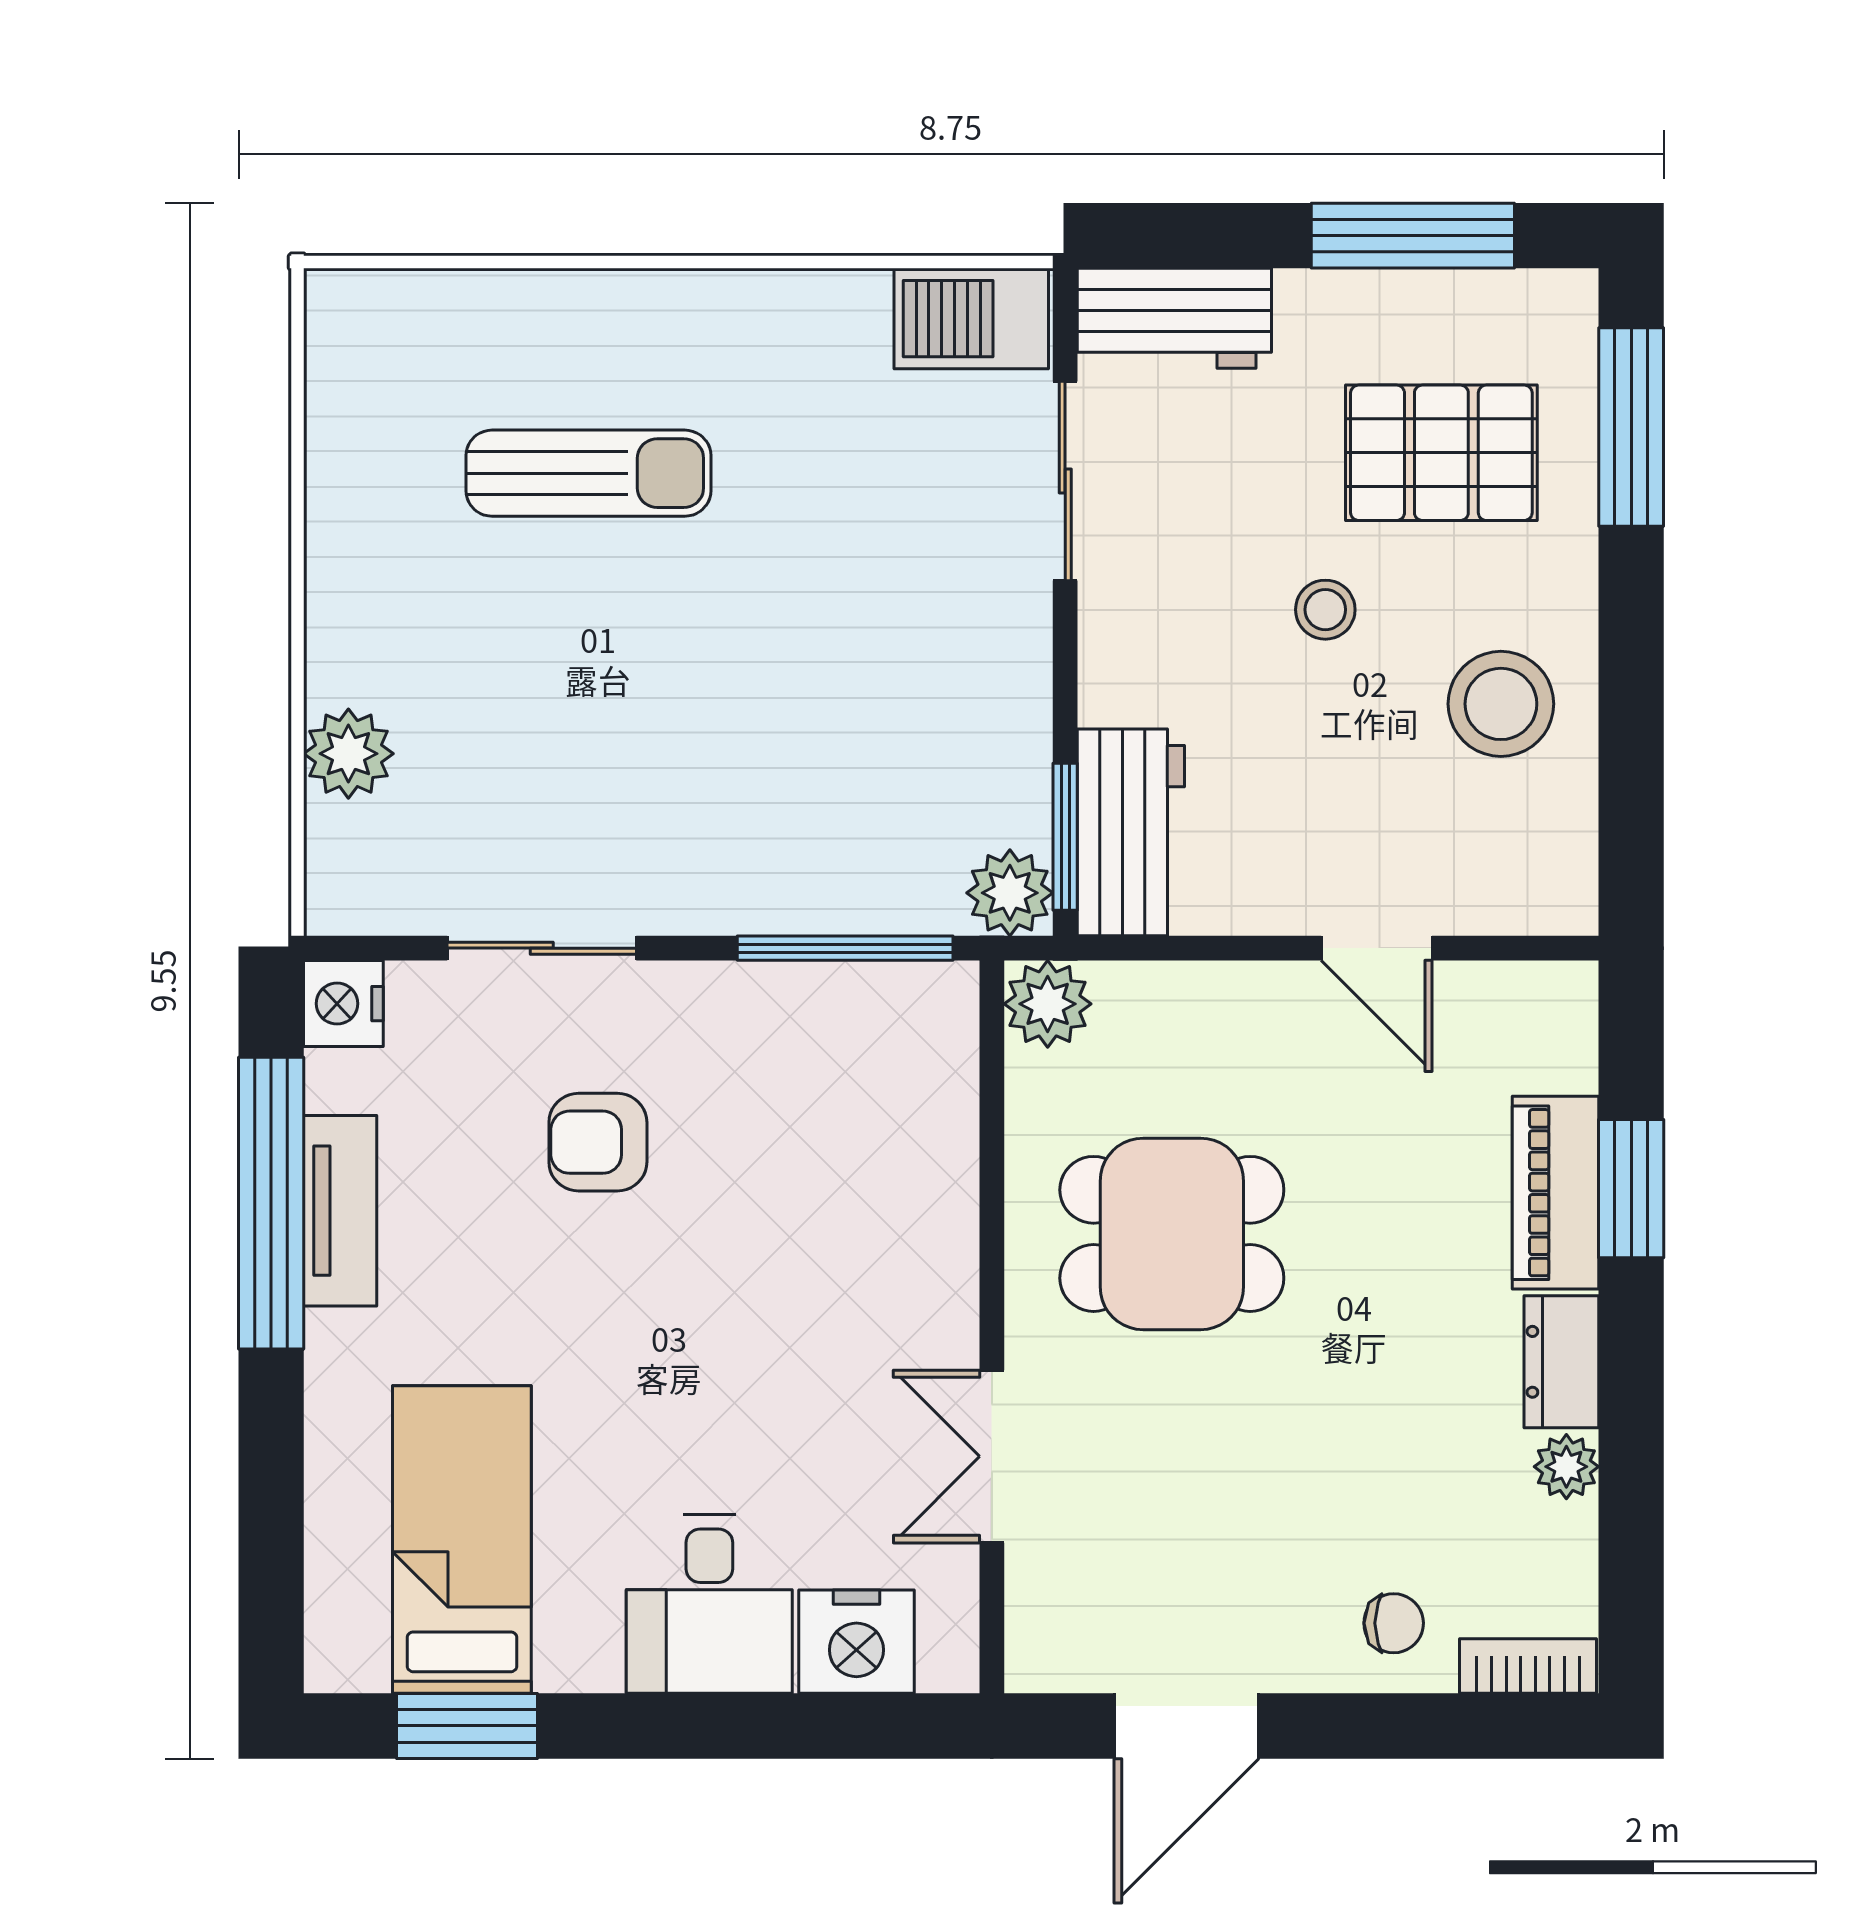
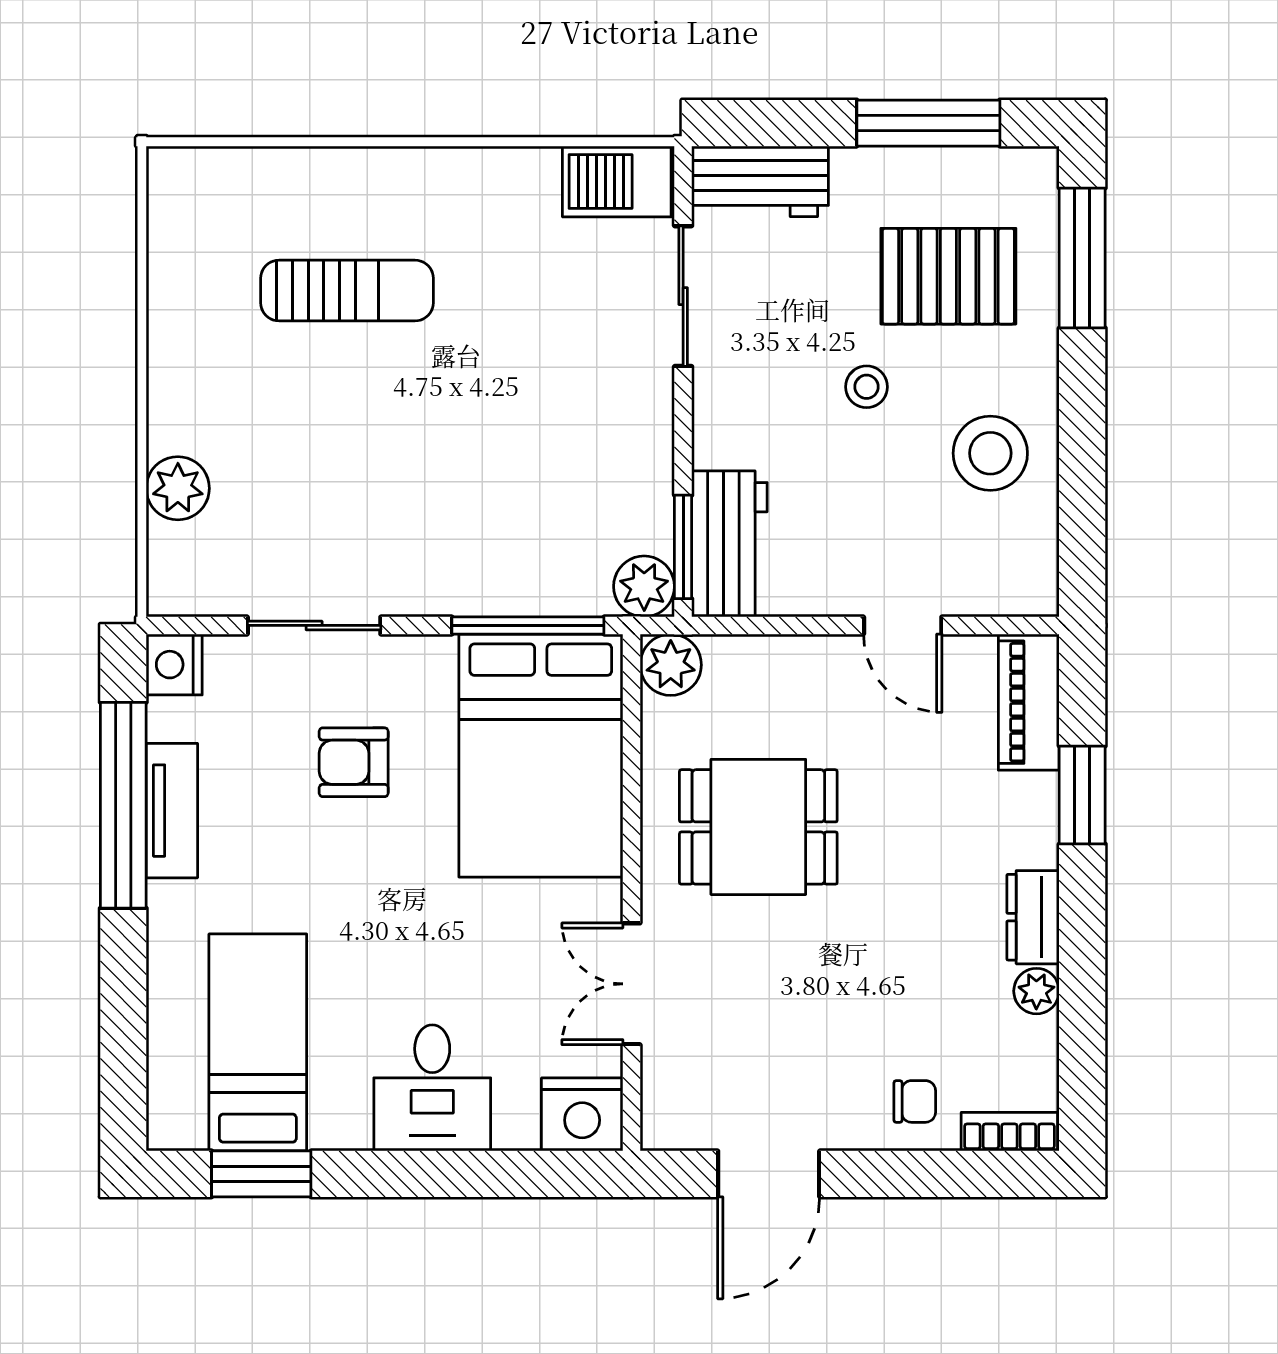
bed: (863, 1133) -> (541, 756), added
piano: (1555, 1193) -> (1029, 702), moved
nightstand: (856, 1642) -> (582, 1114), moved

